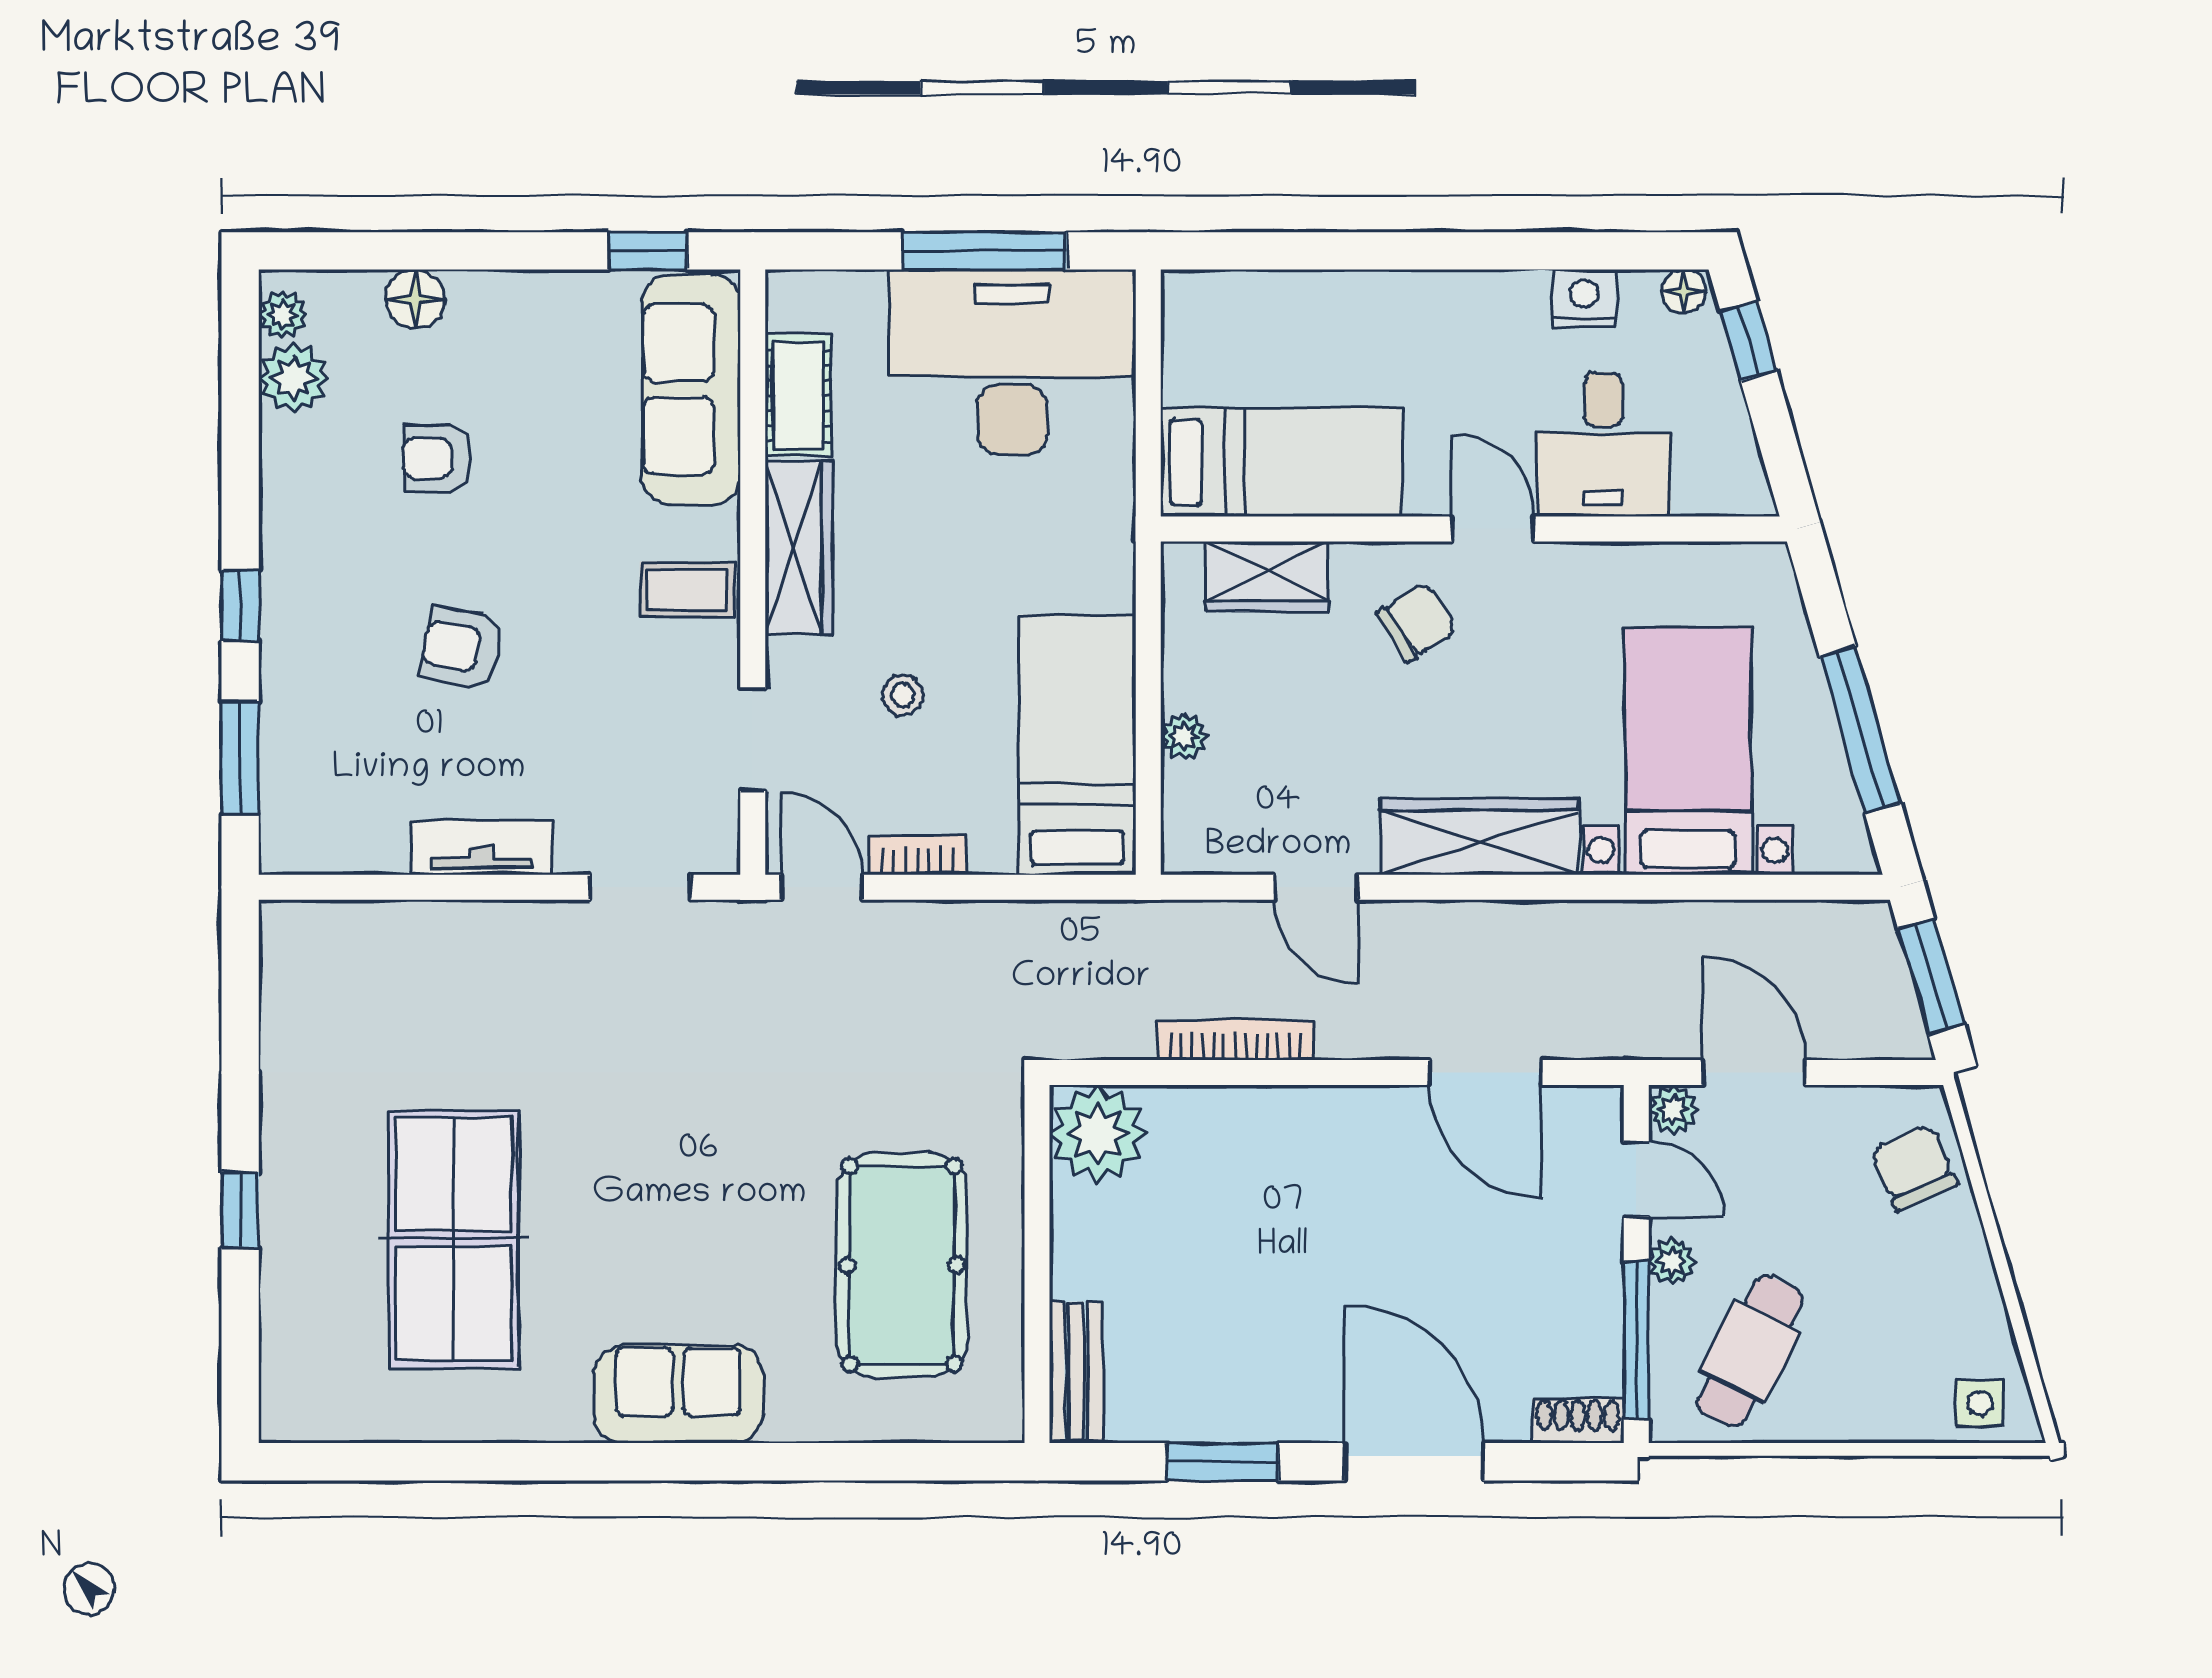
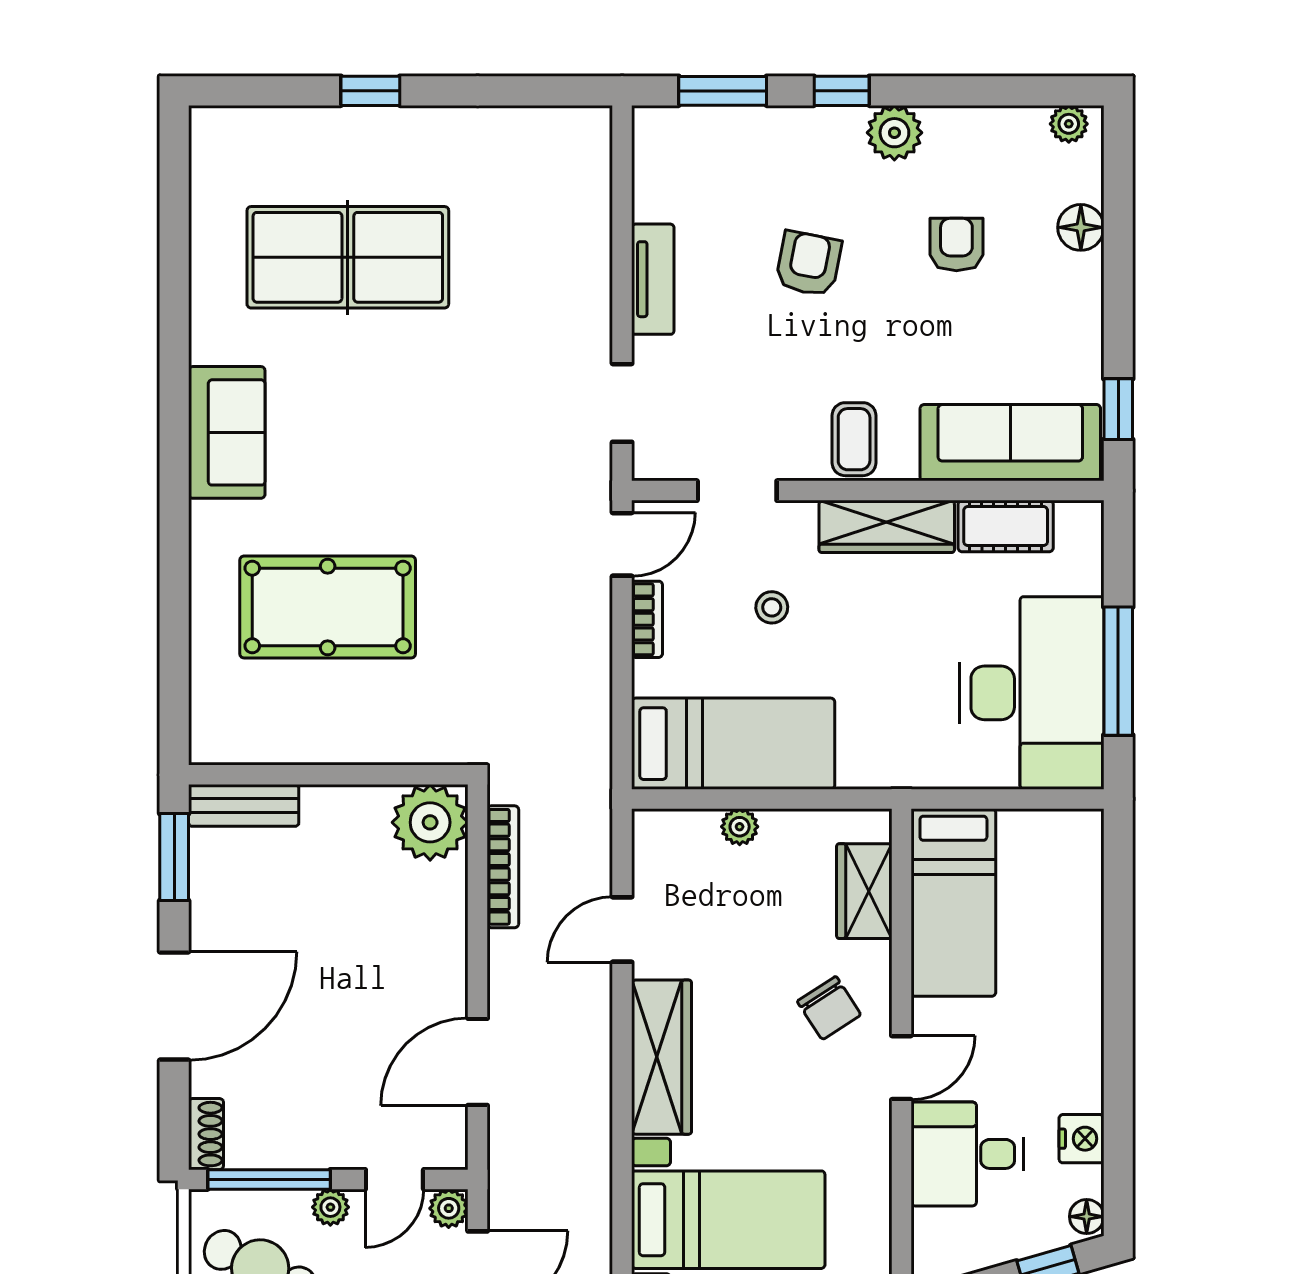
plant: (294, 378) -> (894, 133), moved
plant: (1098, 1134) -> (430, 822), moved
wall: (1037, 1264) -> (328, 775), moved
bench: (1076, 1373) -> (244, 805), moved

